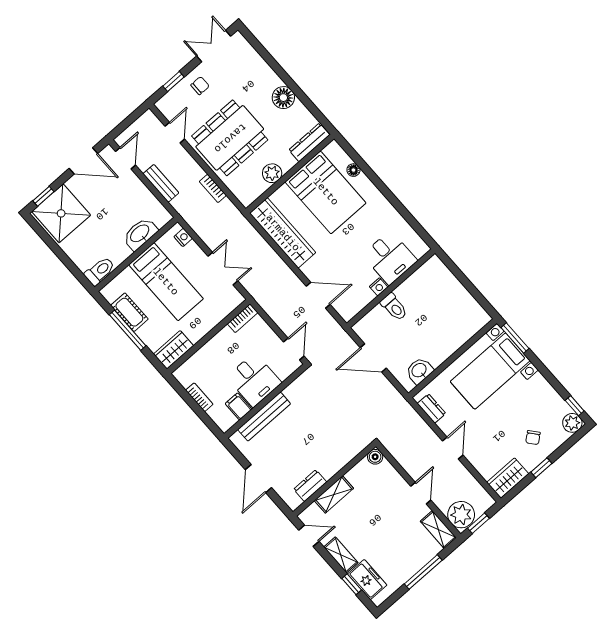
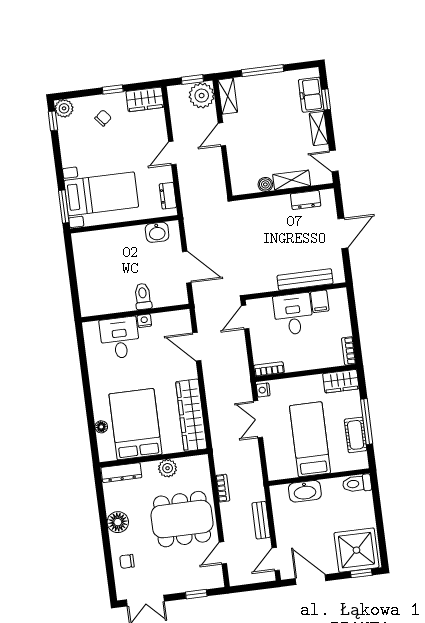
chair: (200, 86) -> (127, 561), moved
nightstand: (183, 237) -> (263, 390), moved
bookcase: (199, 397) -> (349, 351), moved
boiler: (375, 457) -> (265, 184), moved

